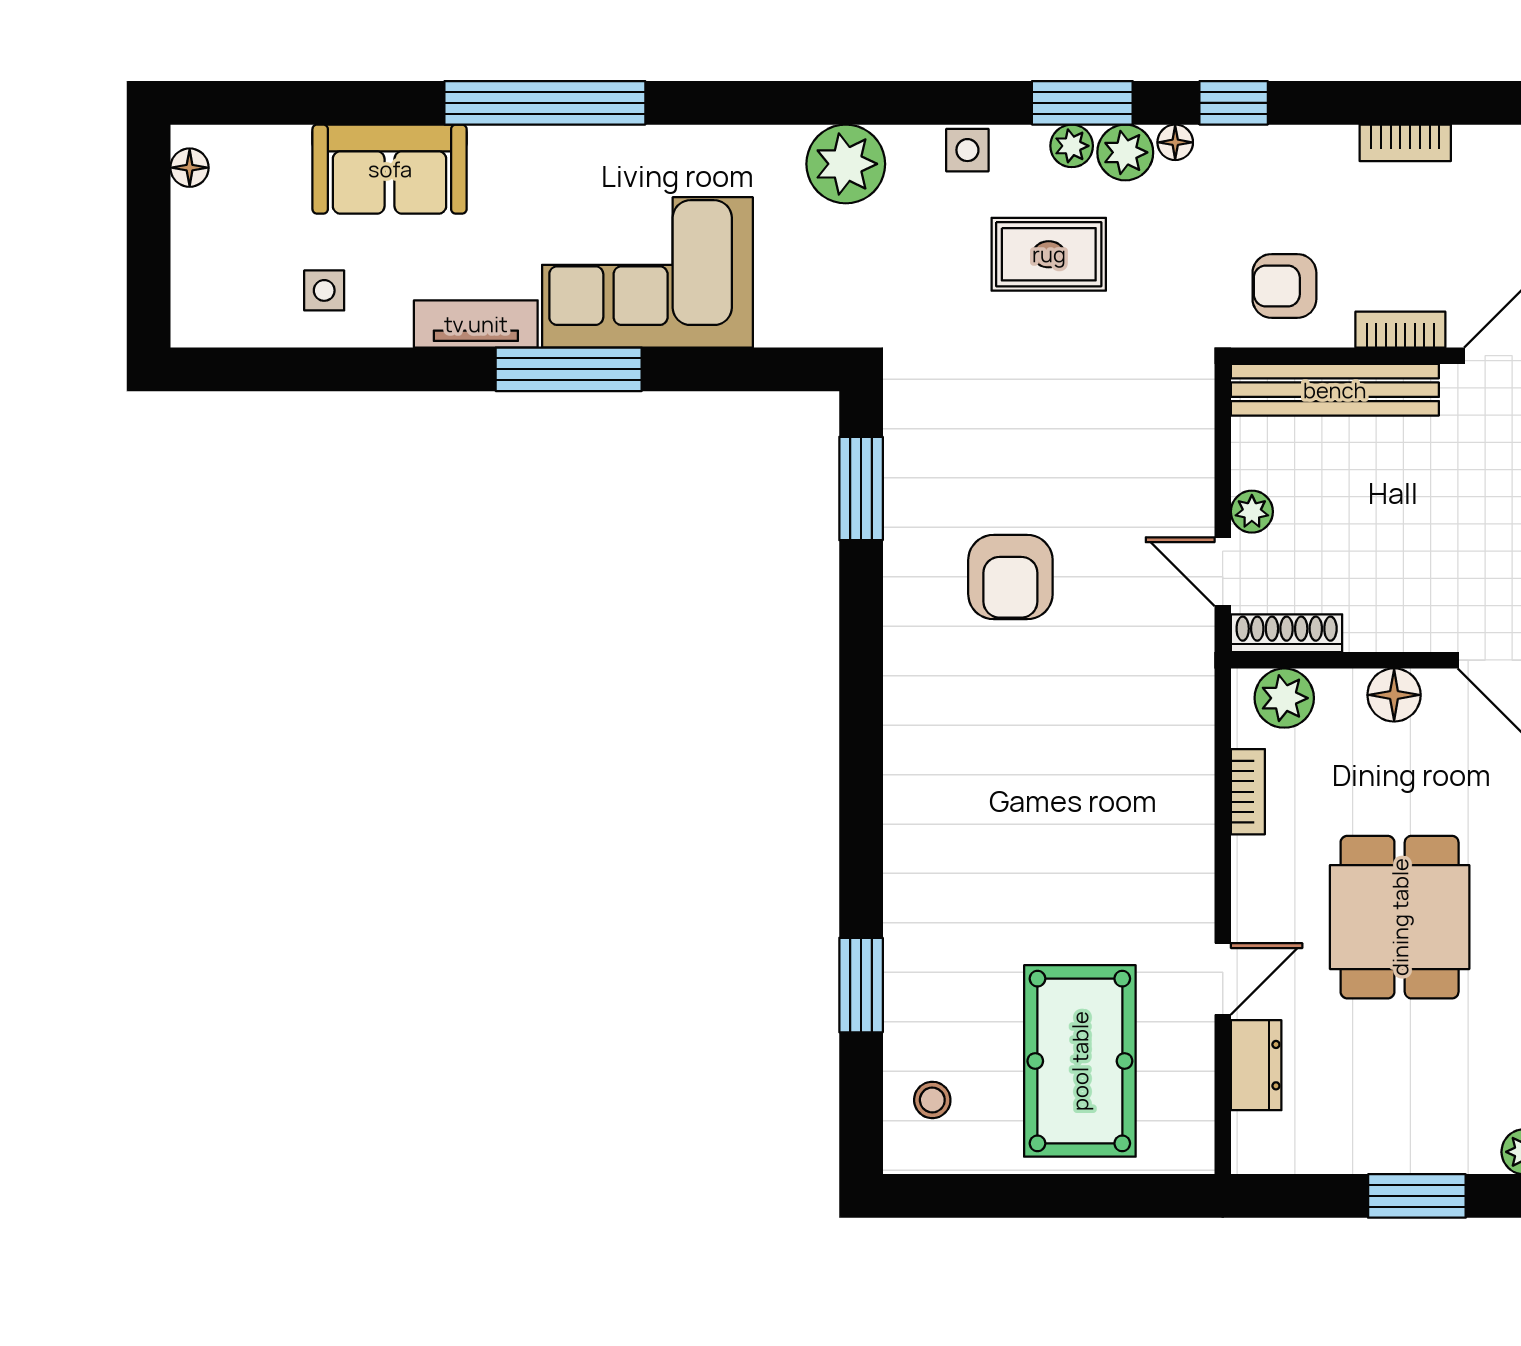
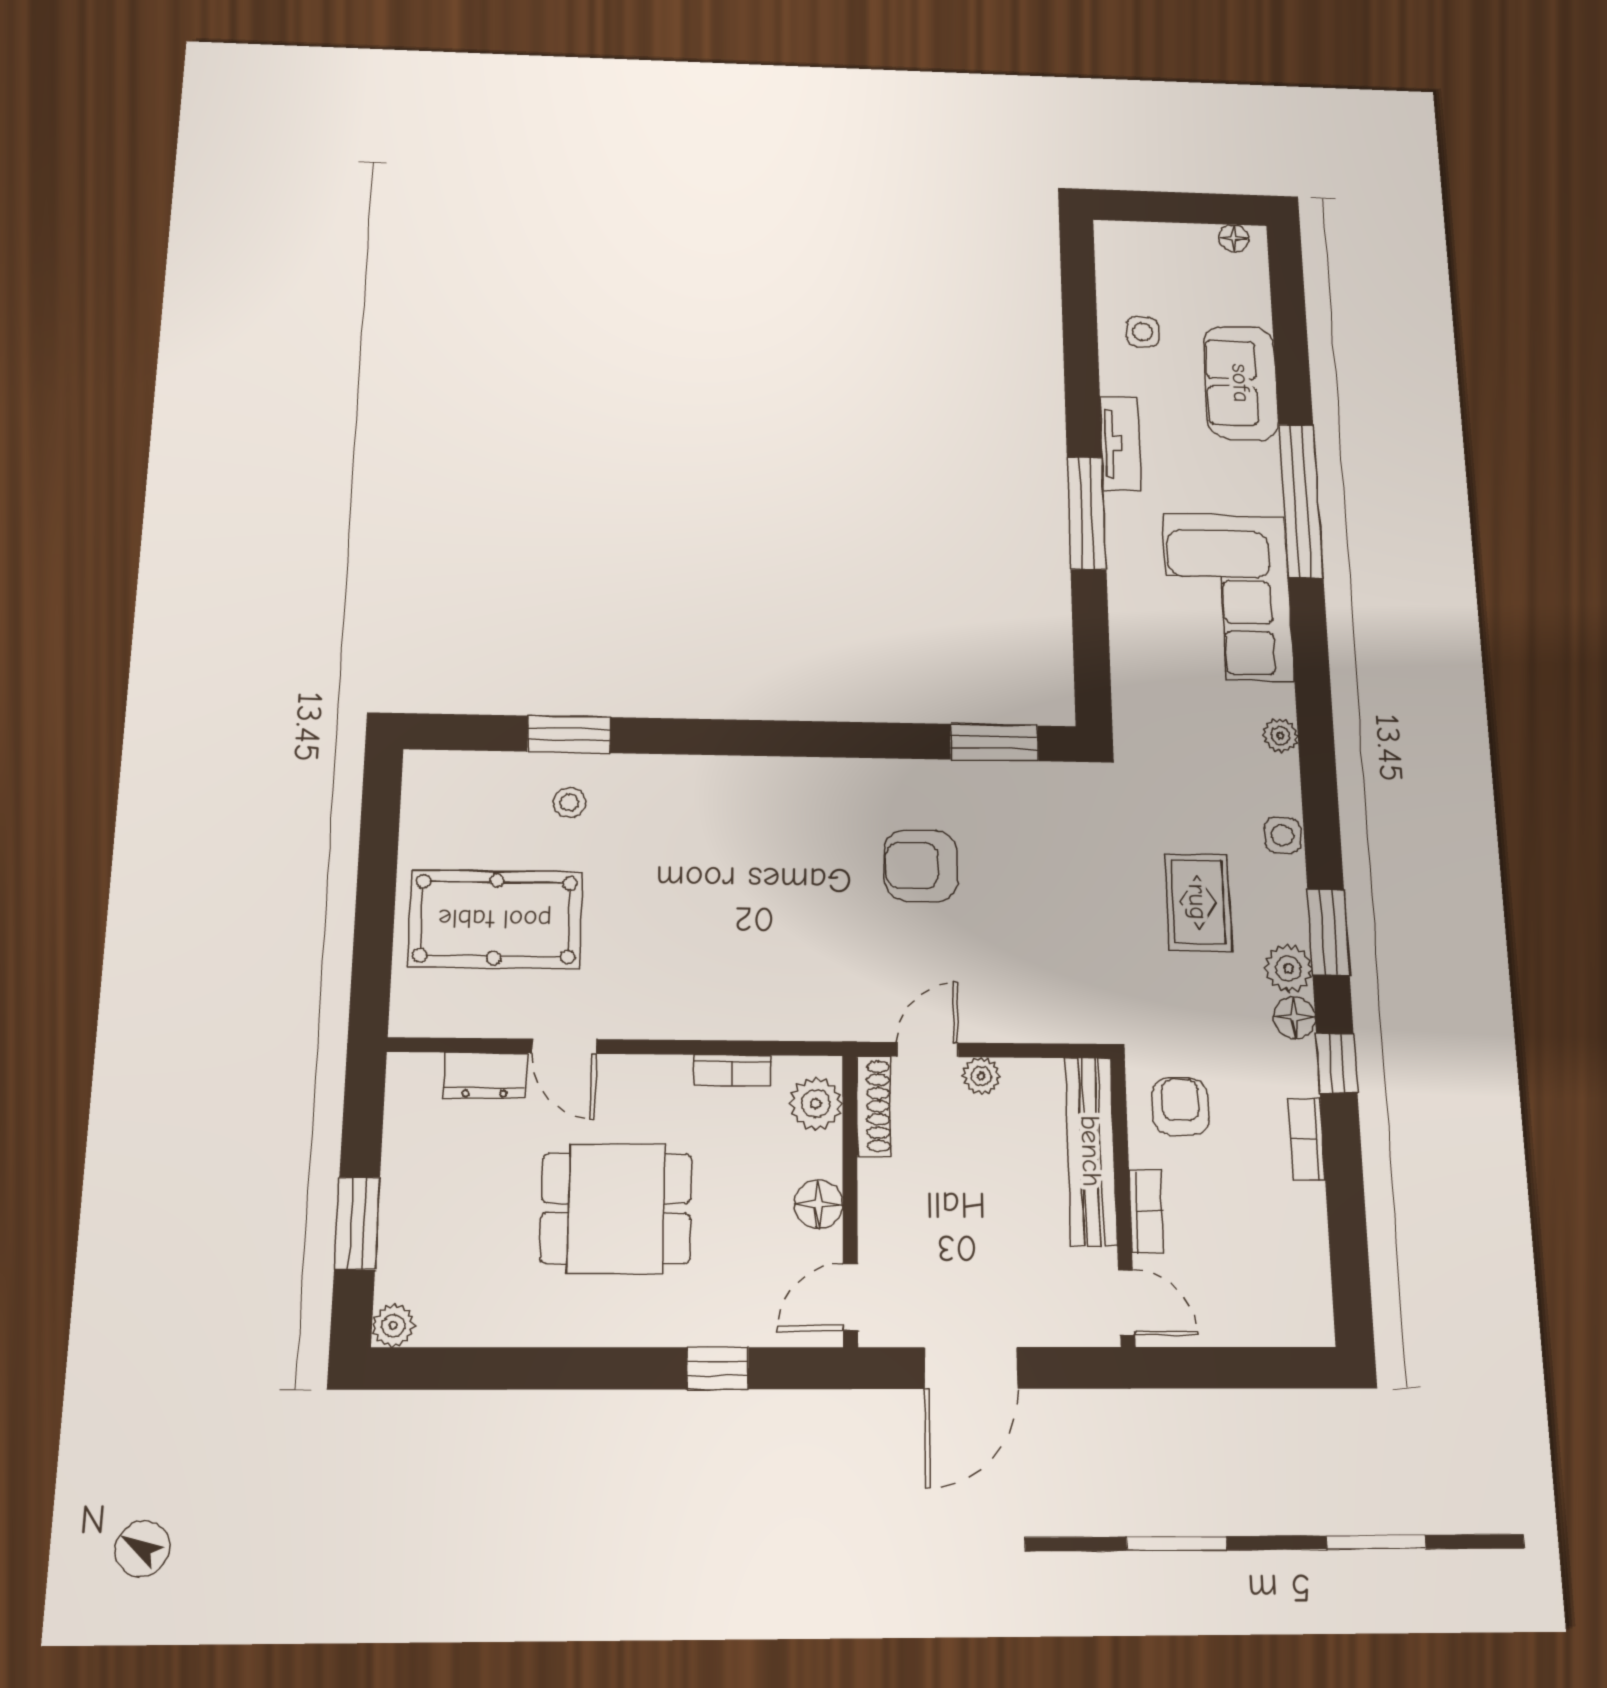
floor lamp: (1175, 142) -> (1294, 1017), width x1.37, depth x1.37
bookcase: (1405, 143) -> (1307, 1139), moved
plant: (1072, 146) -> (1291, 923), removed
plant: (846, 164) -> (1280, 736), width x0.53, depth x0.53
corner sofa: (647, 272) -> (1228, 597), moved, turned 180
stool: (932, 1100) -> (569, 803), moved

